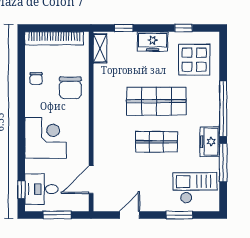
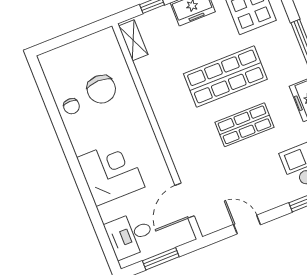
bookcase: (54, 38) -> (74, 50), removed
chair: (70, 88) -> (101, 89), moved
window: (21, 190) -> (106, 245), removed
door: (130, 215) -> (247, 225), hinge flipped

